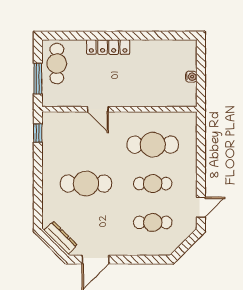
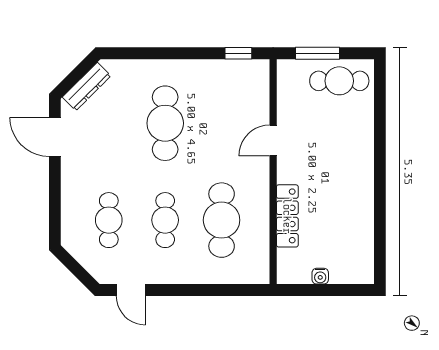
locker: (108, 47) -> (287, 216), moved, turned 180

